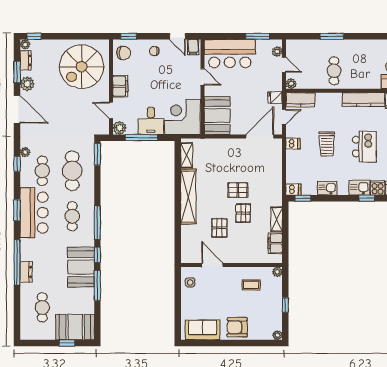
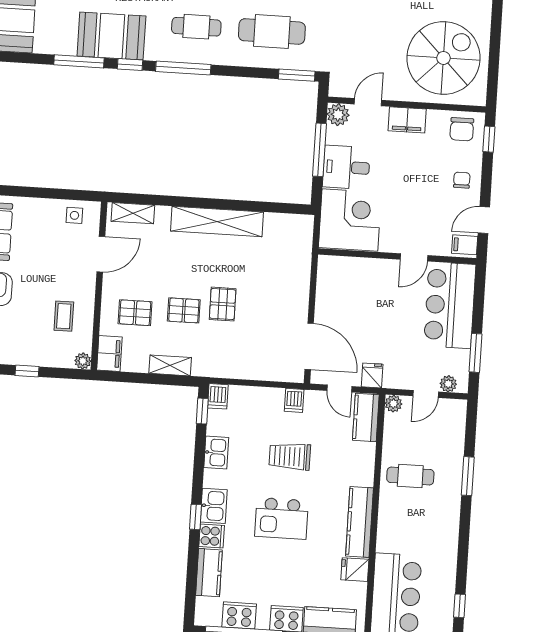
spiral stairs: (82, 67) -> (443, 58), turned 90
booth: (217, 116) -> (348, 278), removed
shelving: (187, 155) -> (133, 213), moved
pallet: (219, 228) -> (135, 313), moved
filing cabinet: (275, 243) -> (109, 353), moved, turned 90

